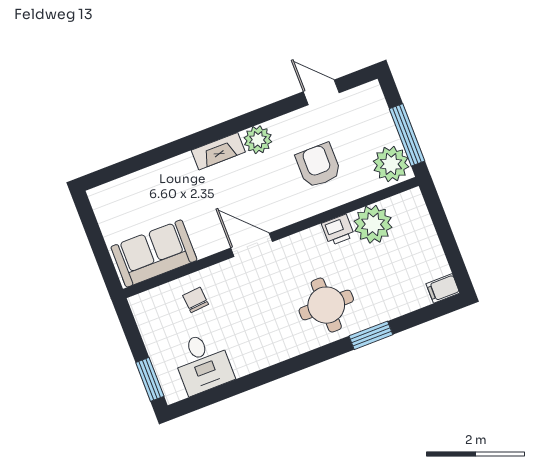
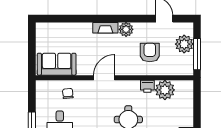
plant: (391, 164) -> (184, 44), moved
door: (252, 245) -> (104, 78), hinge flipped

